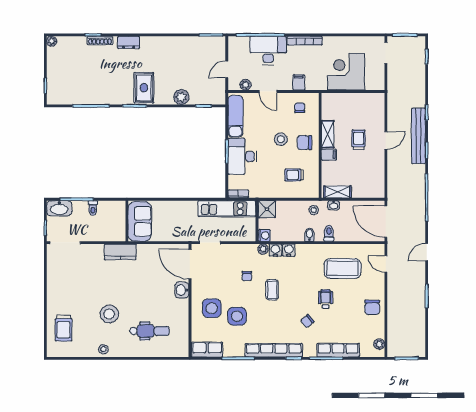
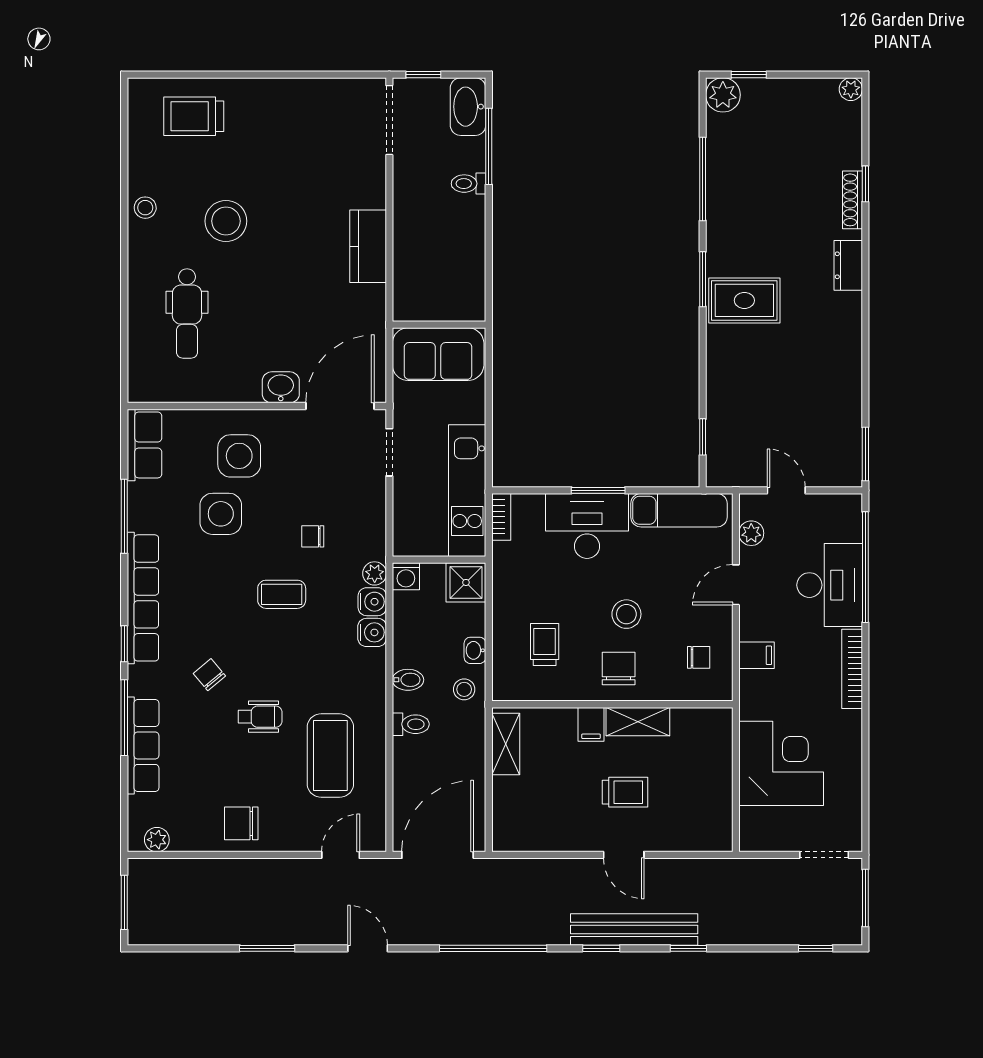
plant: (181, 97) -> (723, 95), moved
washbasin: (334, 205) -> (475, 650), moved
wall: (127, 221) -> (439, 325), moved
sofa: (140, 221) -> (438, 354), moved

